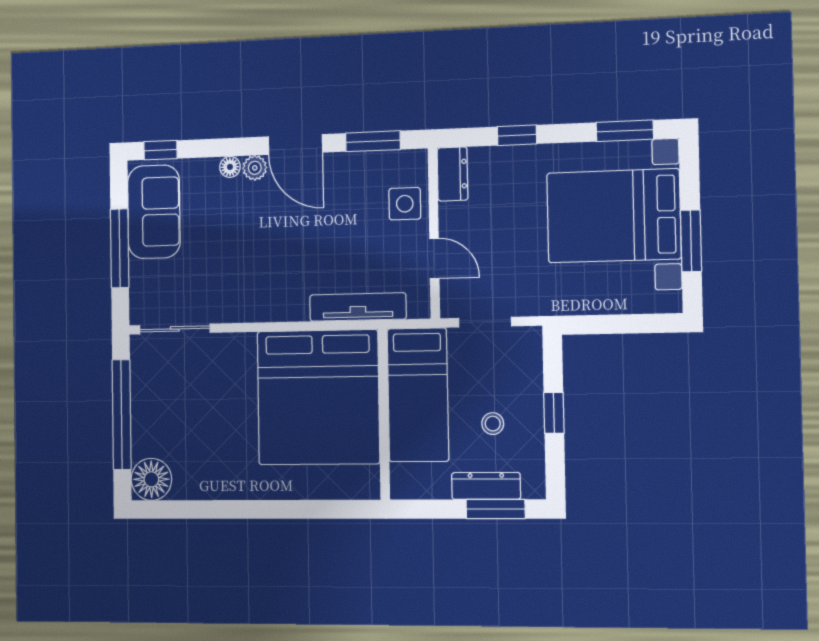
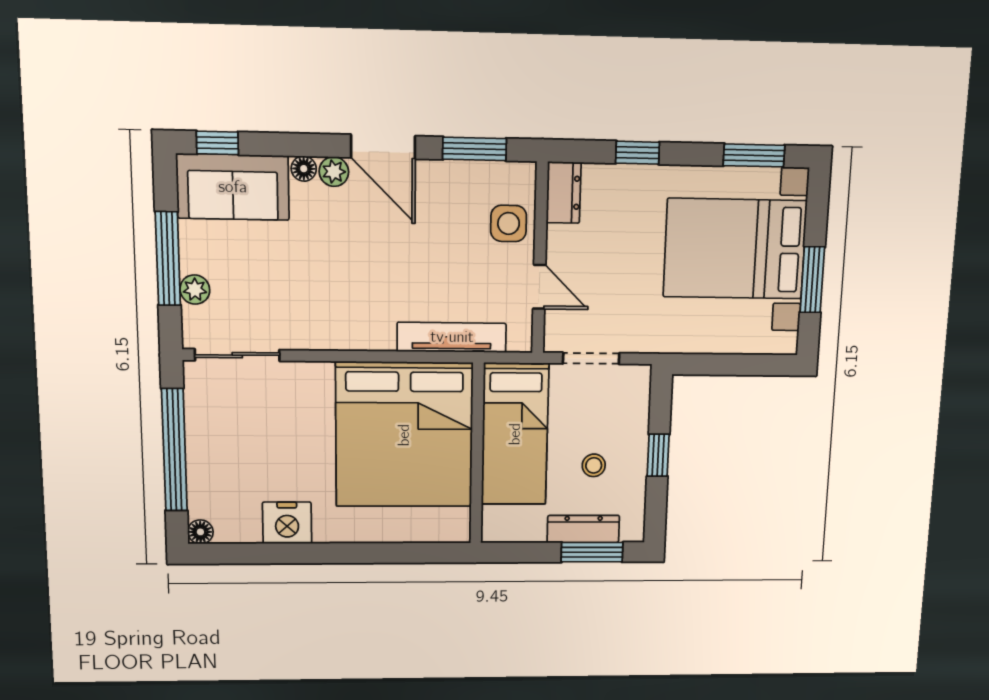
sofa: (154, 212) -> (233, 187), moved, turned 90
plant: (141, 273) -> (195, 290), added
floor lamp: (151, 479) -> (200, 532), width x0.53, depth x0.53
nightstand: (216, 481) -> (287, 523), added

